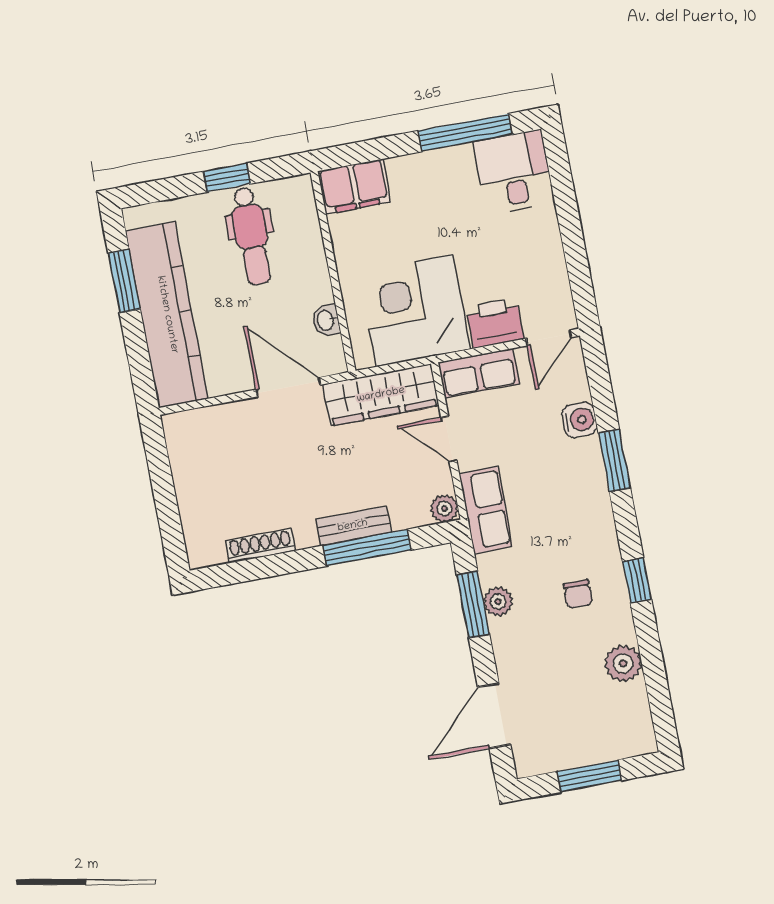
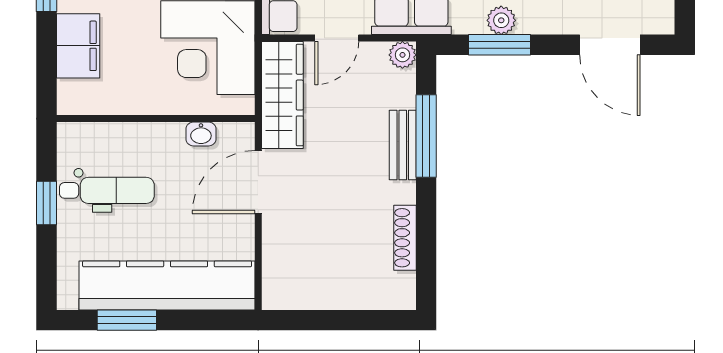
filing cabinet: (354, 187) -> (78, 46), moved

